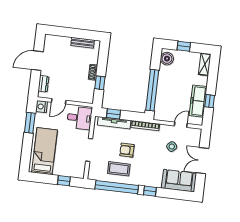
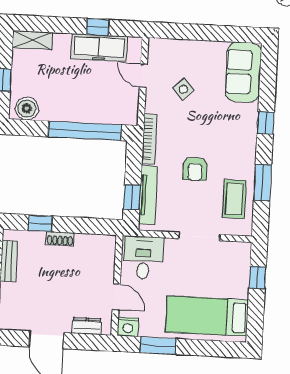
window: (100, 83) -> (40, 223), moved
double door: (202, 161) -> (205, 33), removed
coffee table: (119, 169) -> (234, 199), moved
window: (117, 187) -> (263, 183), width x0.47

